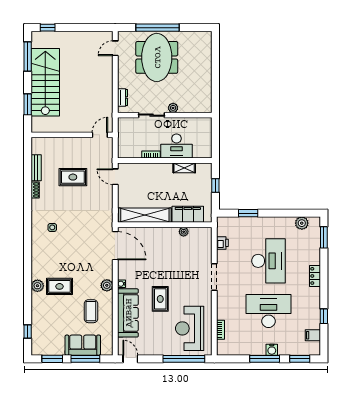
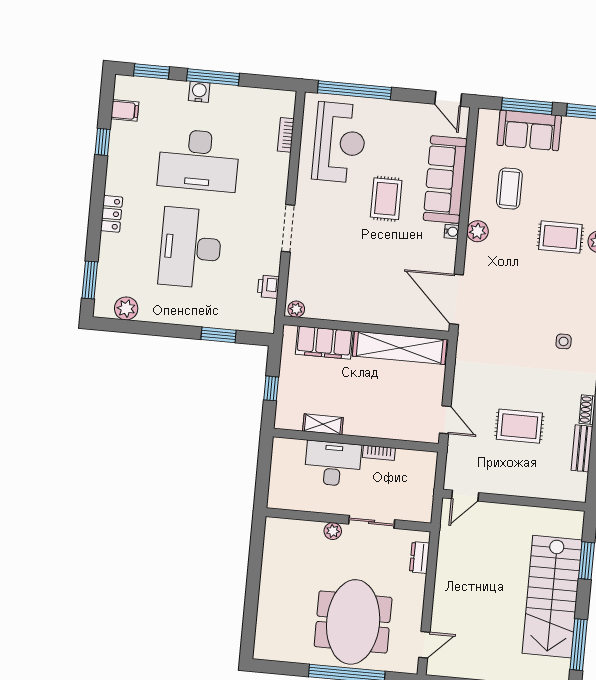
plant: (184, 232) -> (296, 309), moved

